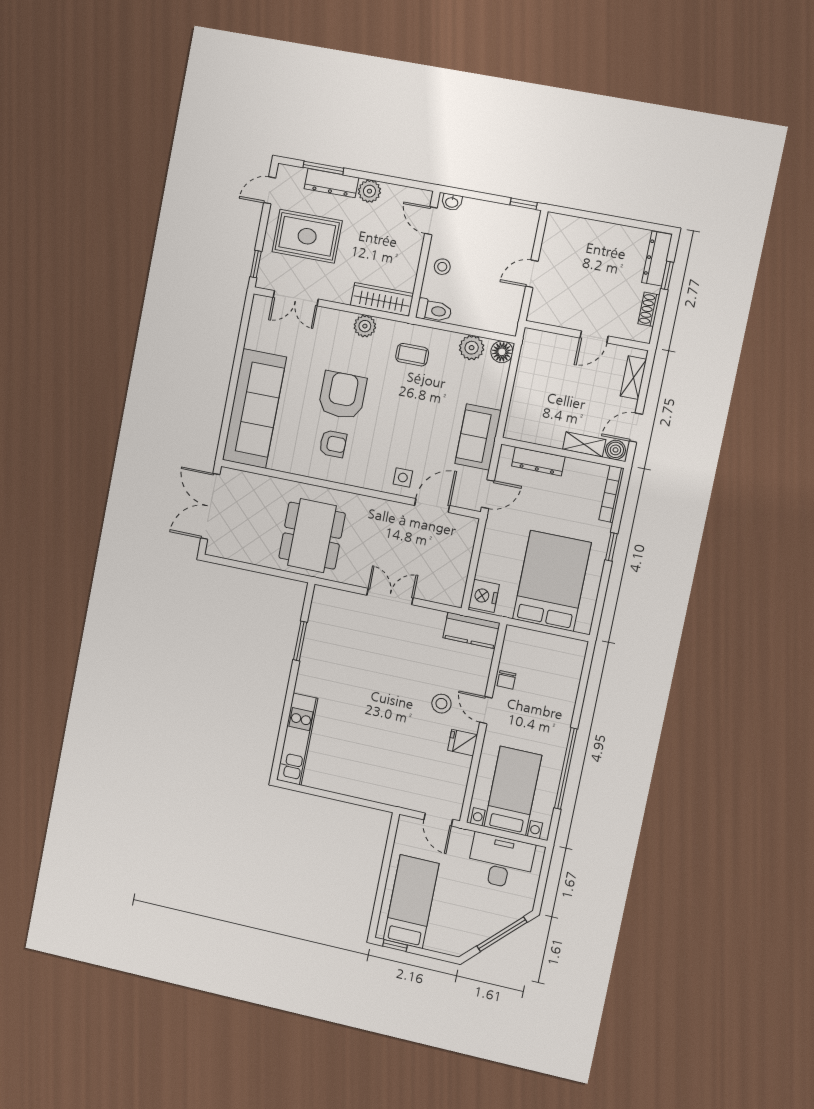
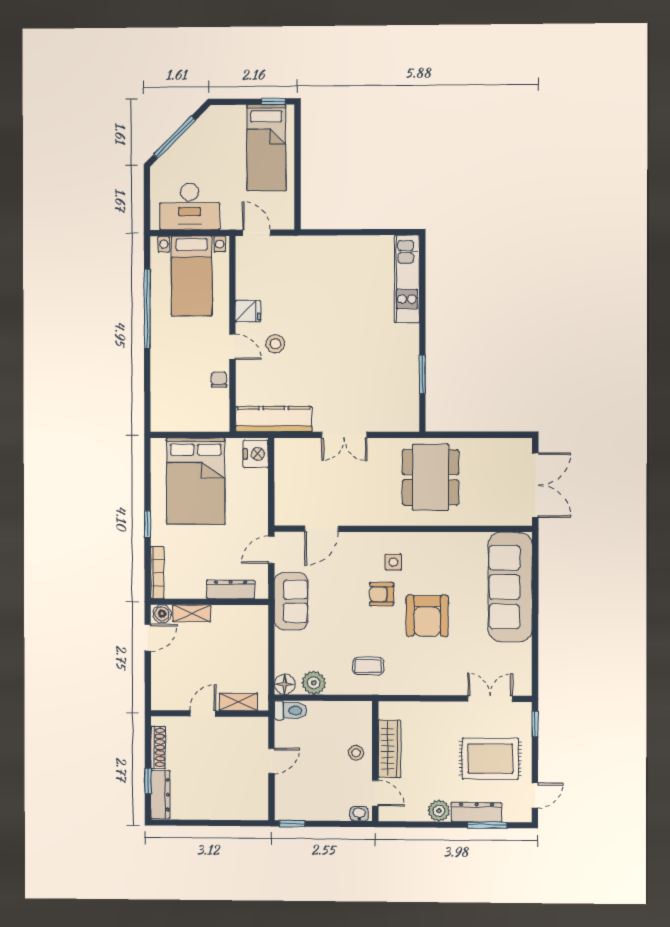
wardrobe: (382, 299) -> (389, 749), moved, turned -90
shoe rack: (649, 309) -> (158, 747), width x1.43
toilet: (434, 311) -> (291, 710), moved, turned 180
plant: (365, 326) -> (418, 685), removed
shelving: (633, 378) -> (238, 702), moved, turned 90
armchair: (333, 444) -> (382, 594), moved
side table: (403, 478) -> (393, 562), moved
kitchen counter: (471, 630) -> (274, 419), width x1.50

